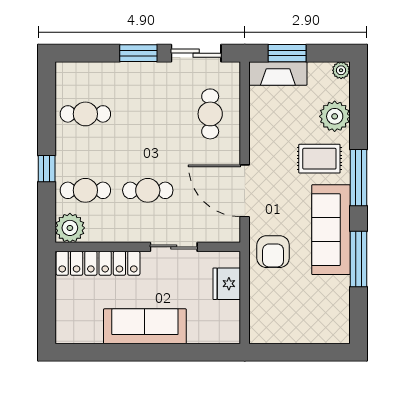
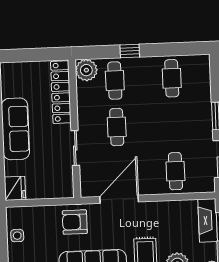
cafe table: (210, 114) -> (175, 171), turned 90
fridge: (227, 284) -> (15, 188), moved, turned 90
side table: (288, 330) -> (17, 236), added

